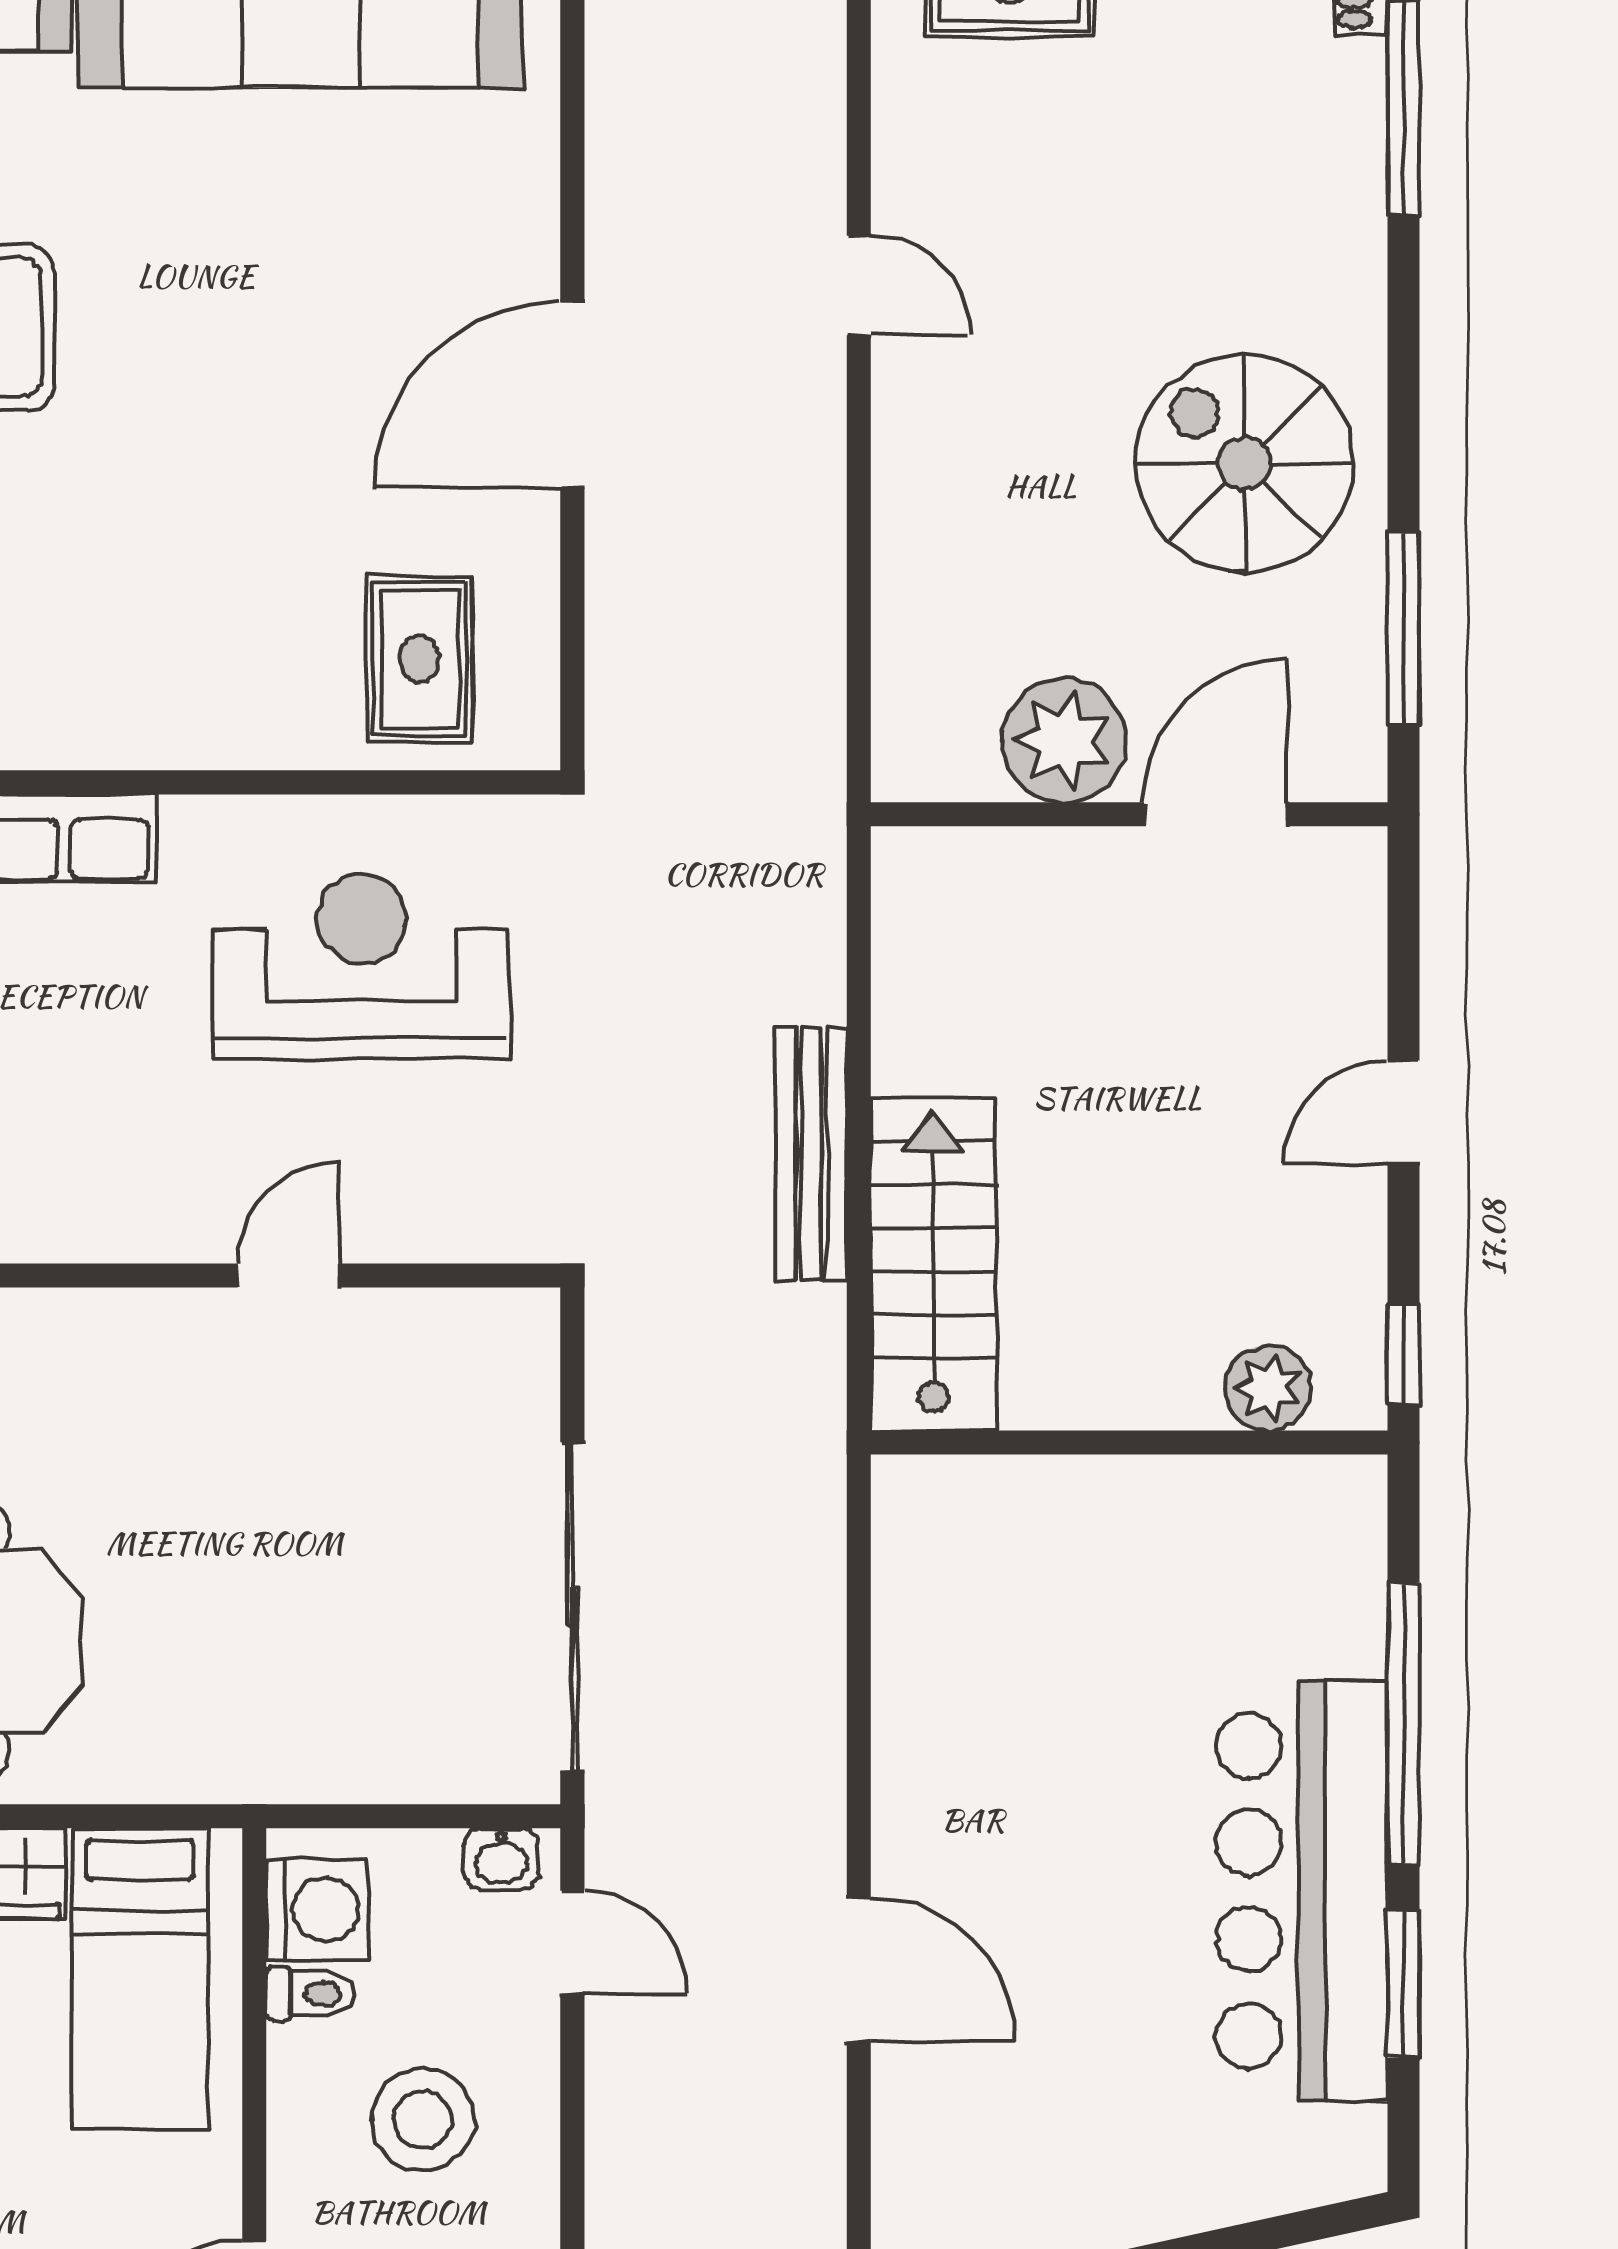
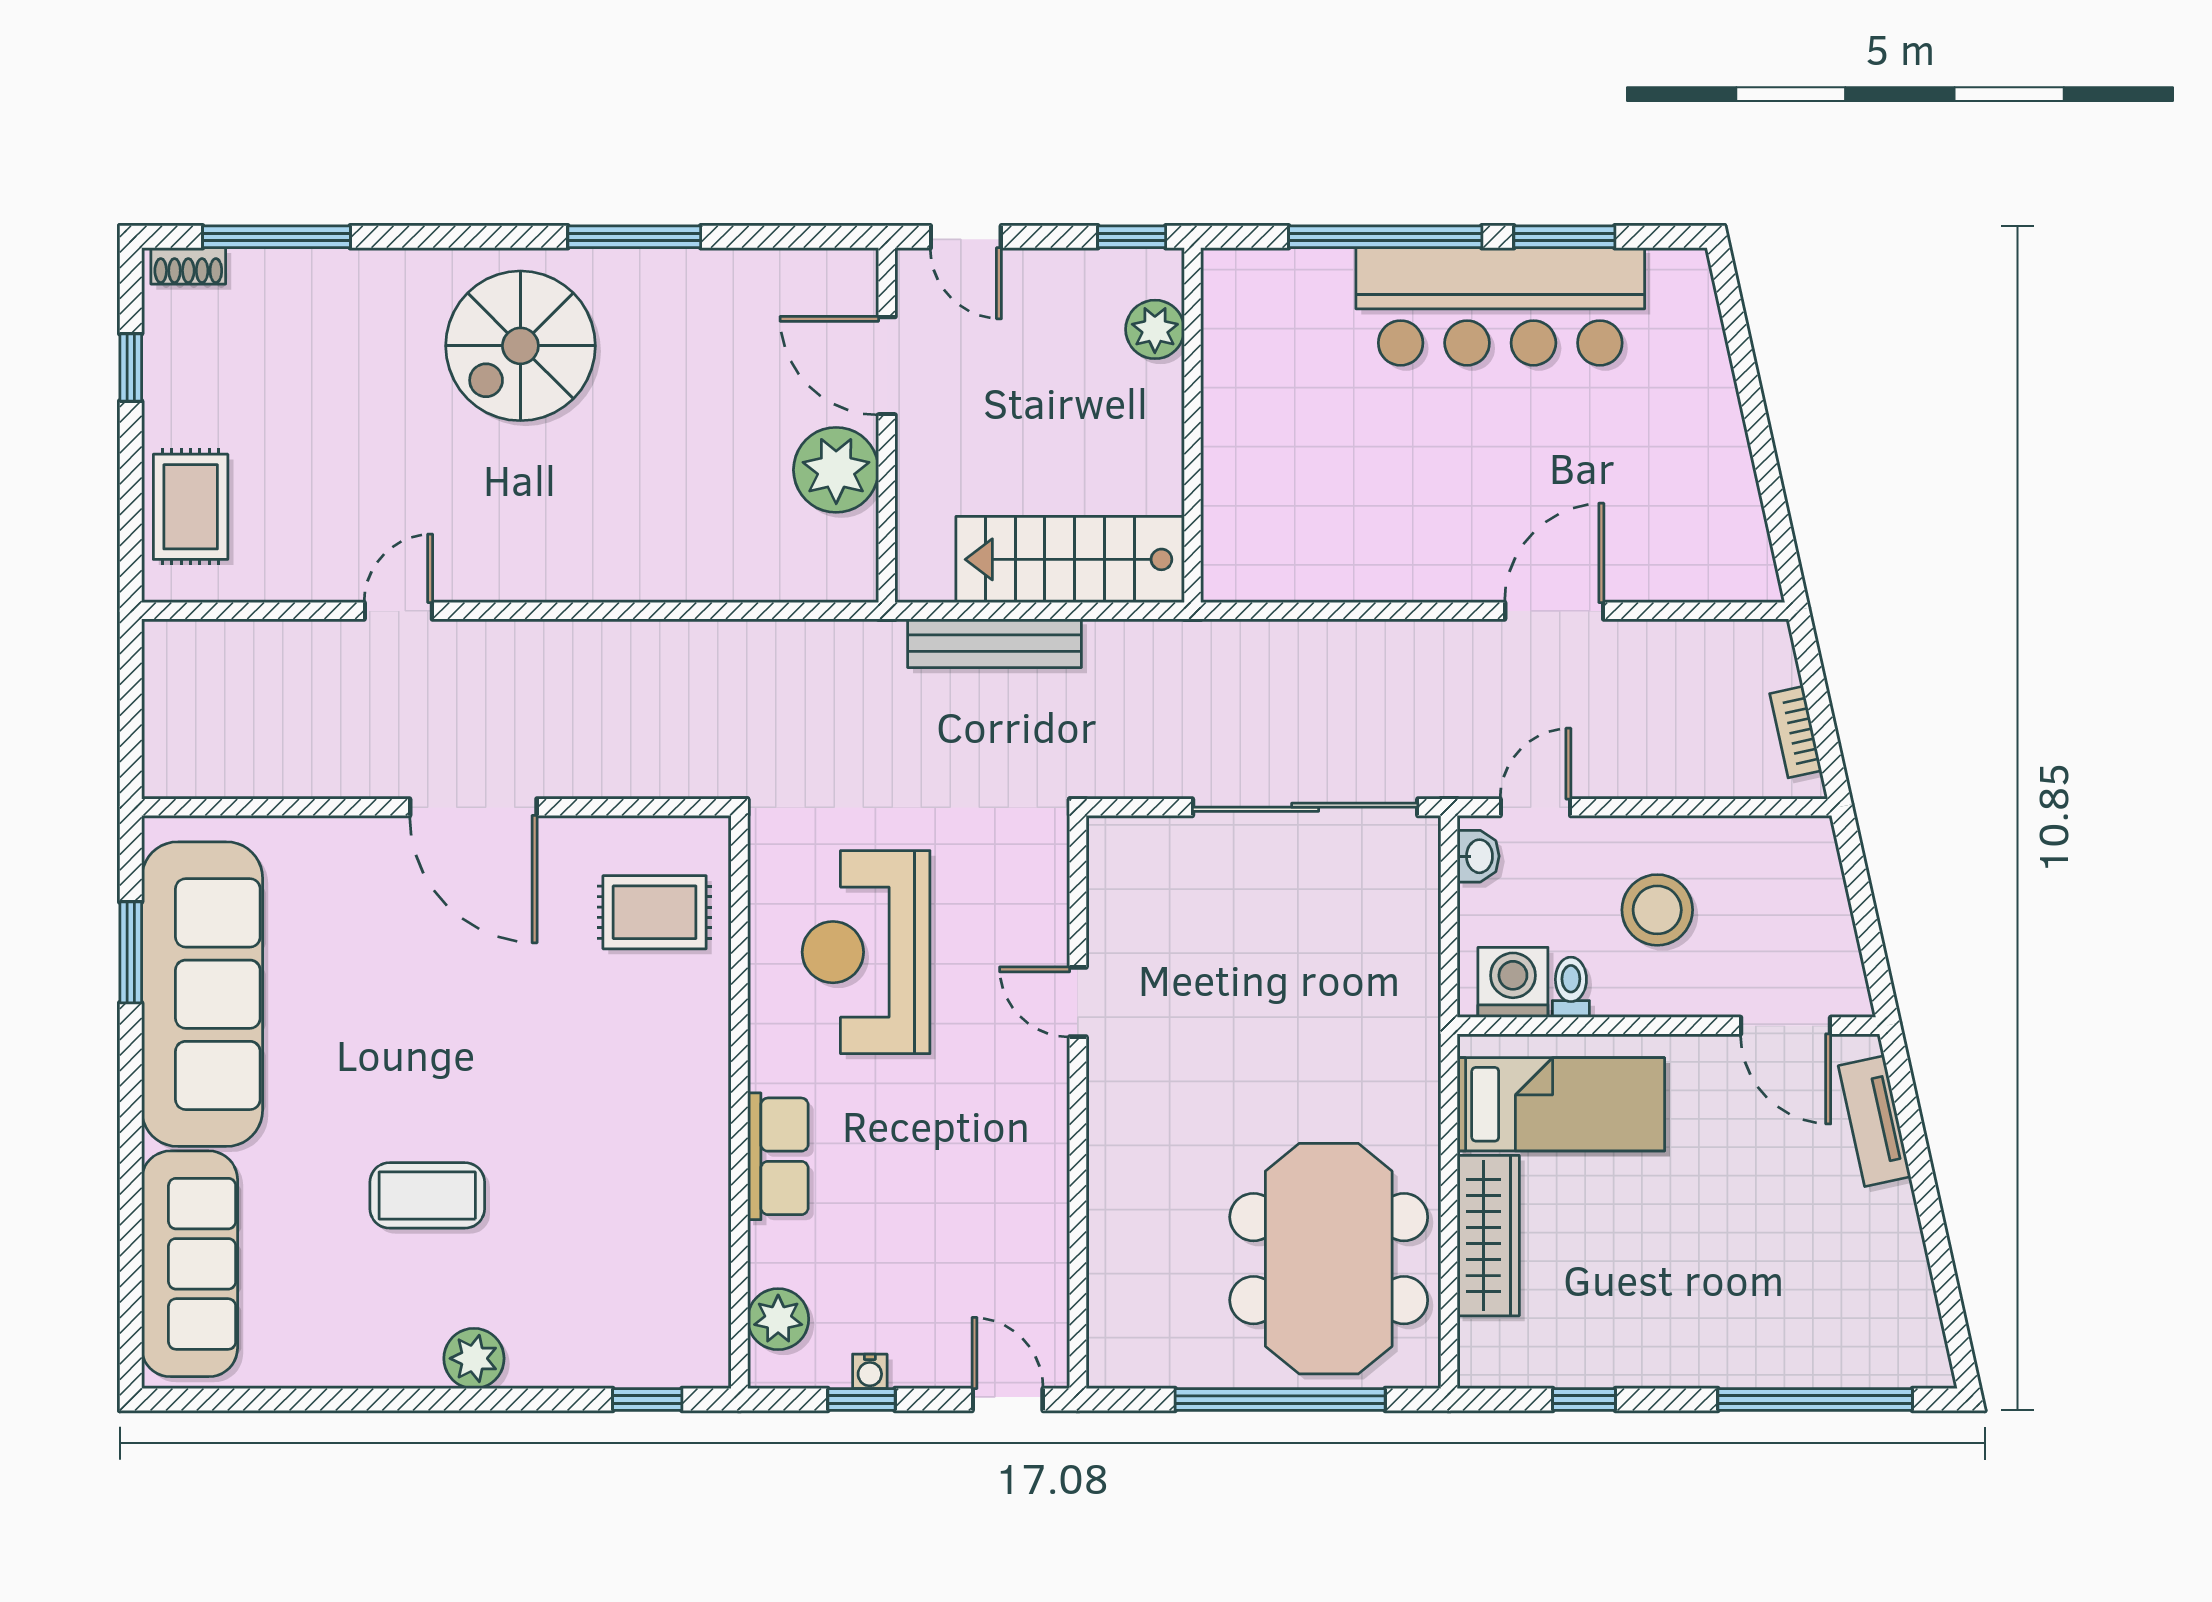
plant: (1064, 740) -> (836, 470), moved
wall: (1129, 814) -> (887, 425), moved
door: (1216, 814) -> (887, 366), moved

